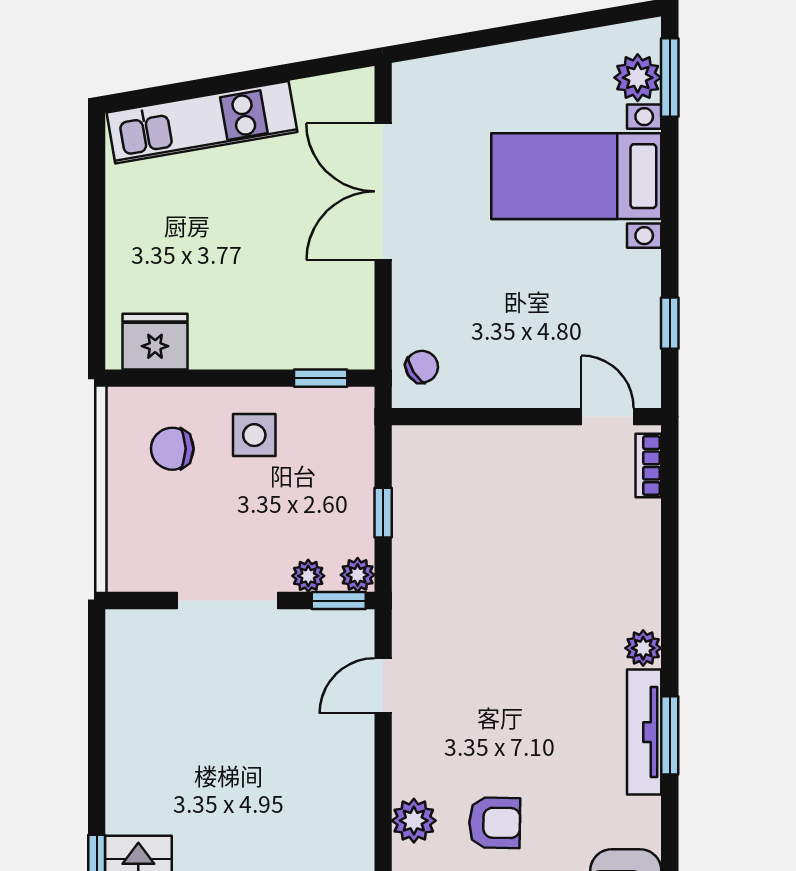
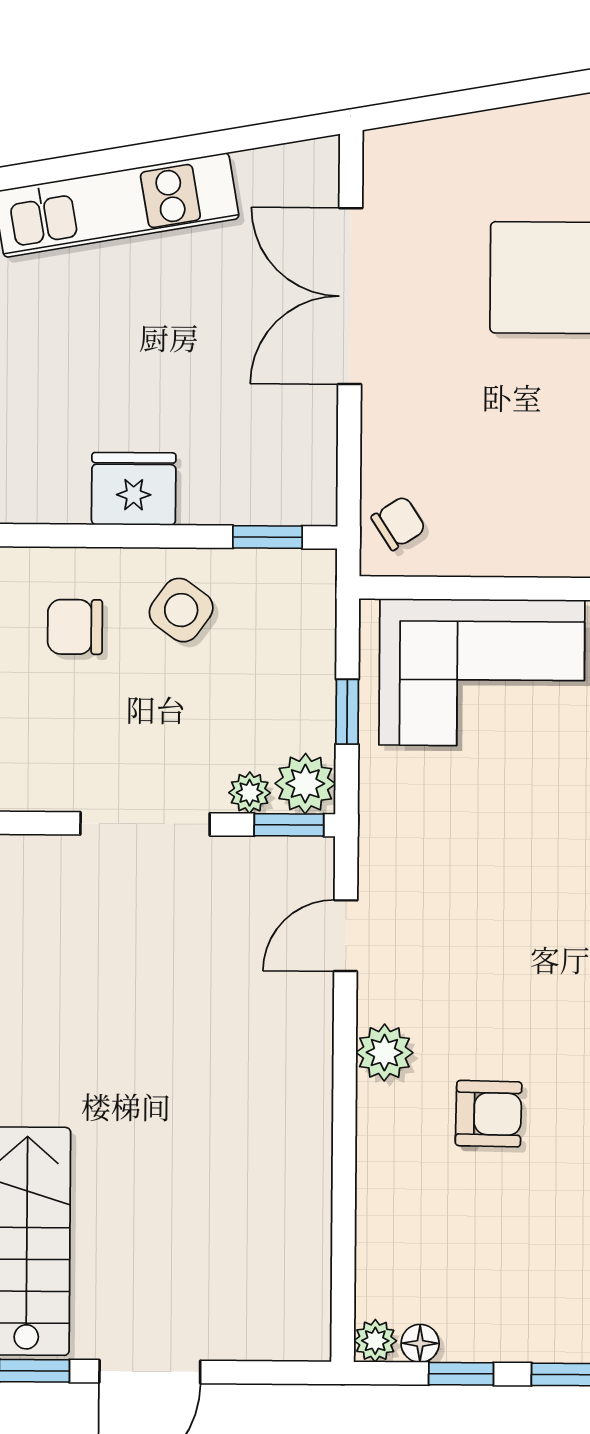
fridge: (155, 342) -> (134, 489), moved
side table: (254, 435) -> (181, 610), turned 36
corner sofa: (487, 482) -> (482, 673), added
plant: (358, 575) -> (305, 784), width x1.38, depth x1.38
plant: (414, 821) -> (384, 1053), moved

